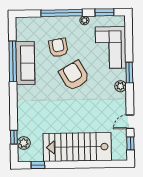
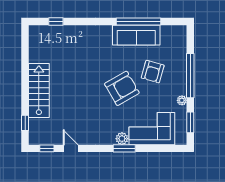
armchair: (58, 48) -> (153, 72), turned 116
plant: (121, 86) -> (122, 139), moved
plant: (24, 143) -> (49, 32), removed
stairs: (77, 147) -> (39, 90), width x0.73, depth x0.66
window: (38, 165) -> (25, 123), moved

